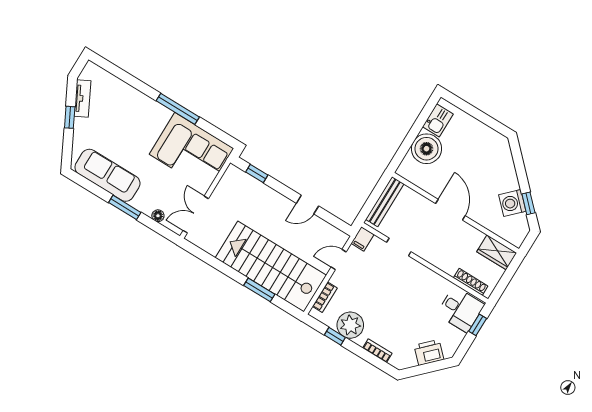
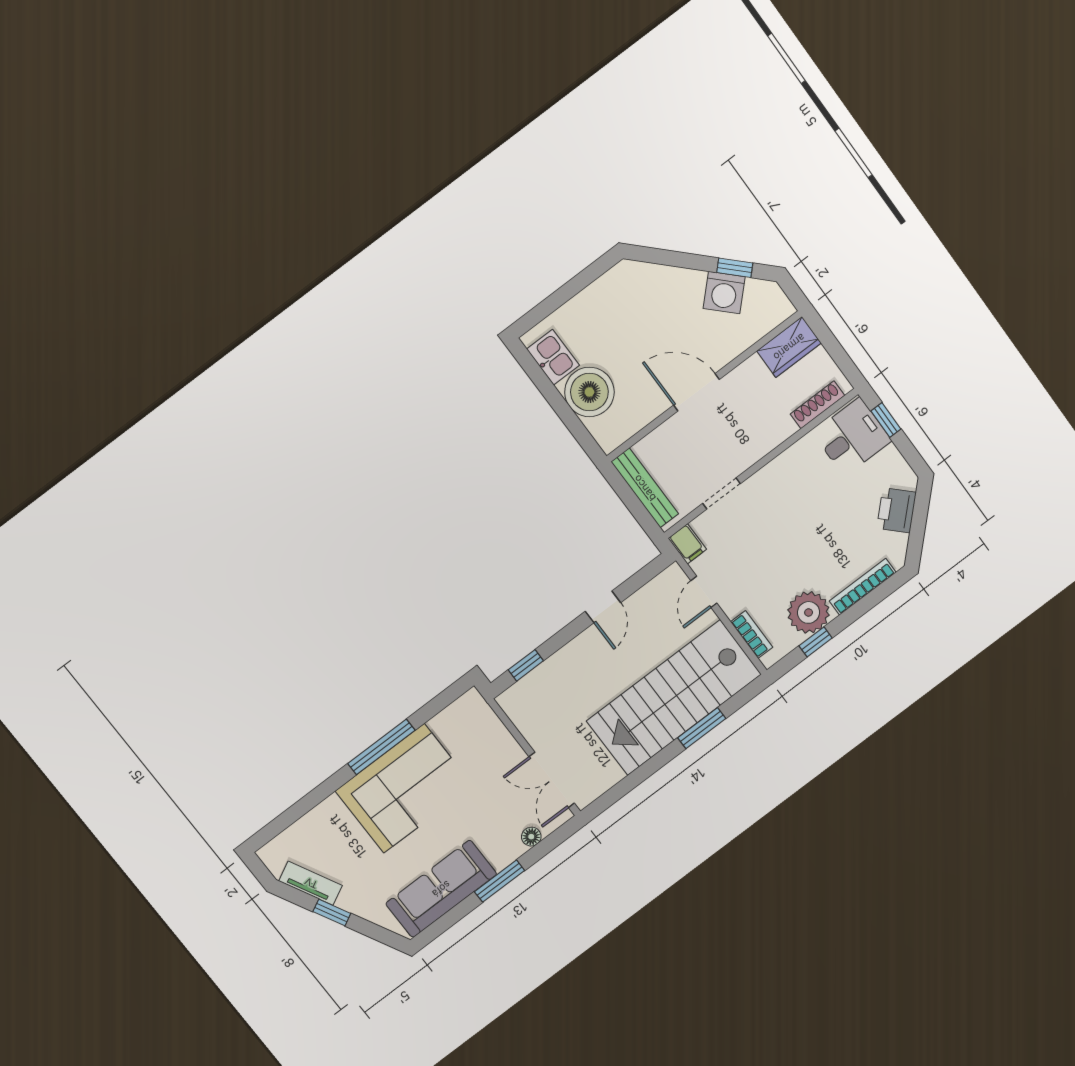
corner sofa: (191, 151) -> (404, 788), moved
bookcase: (377, 351) -> (863, 587), width x1.56

